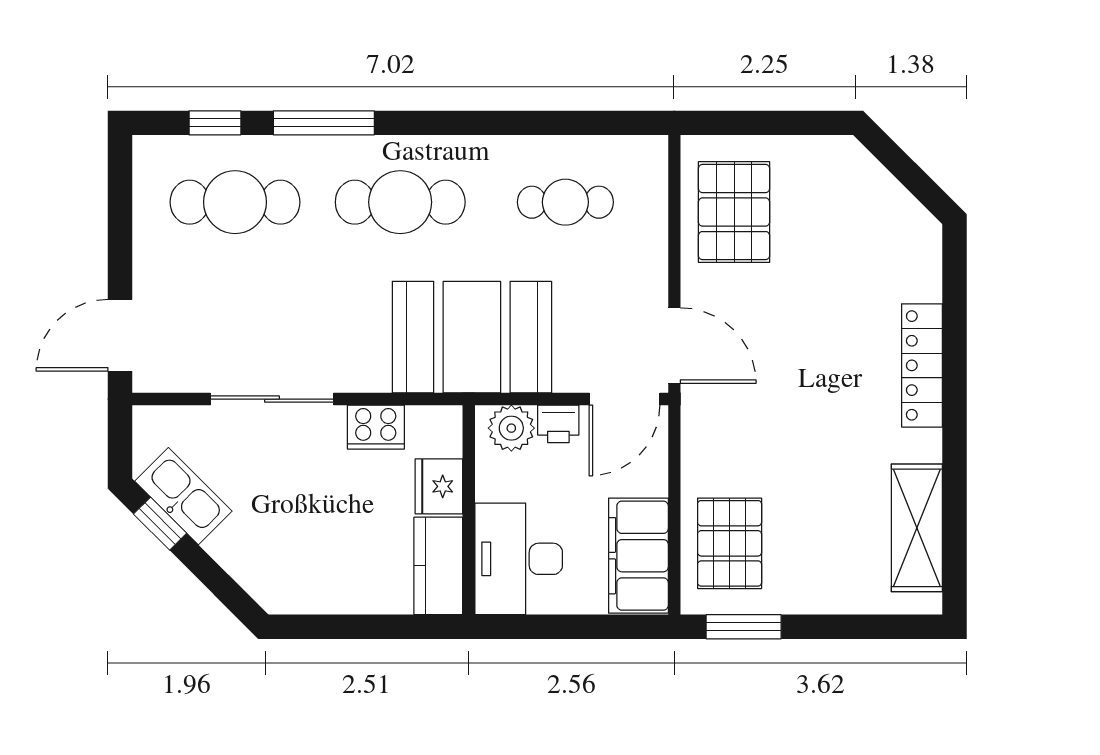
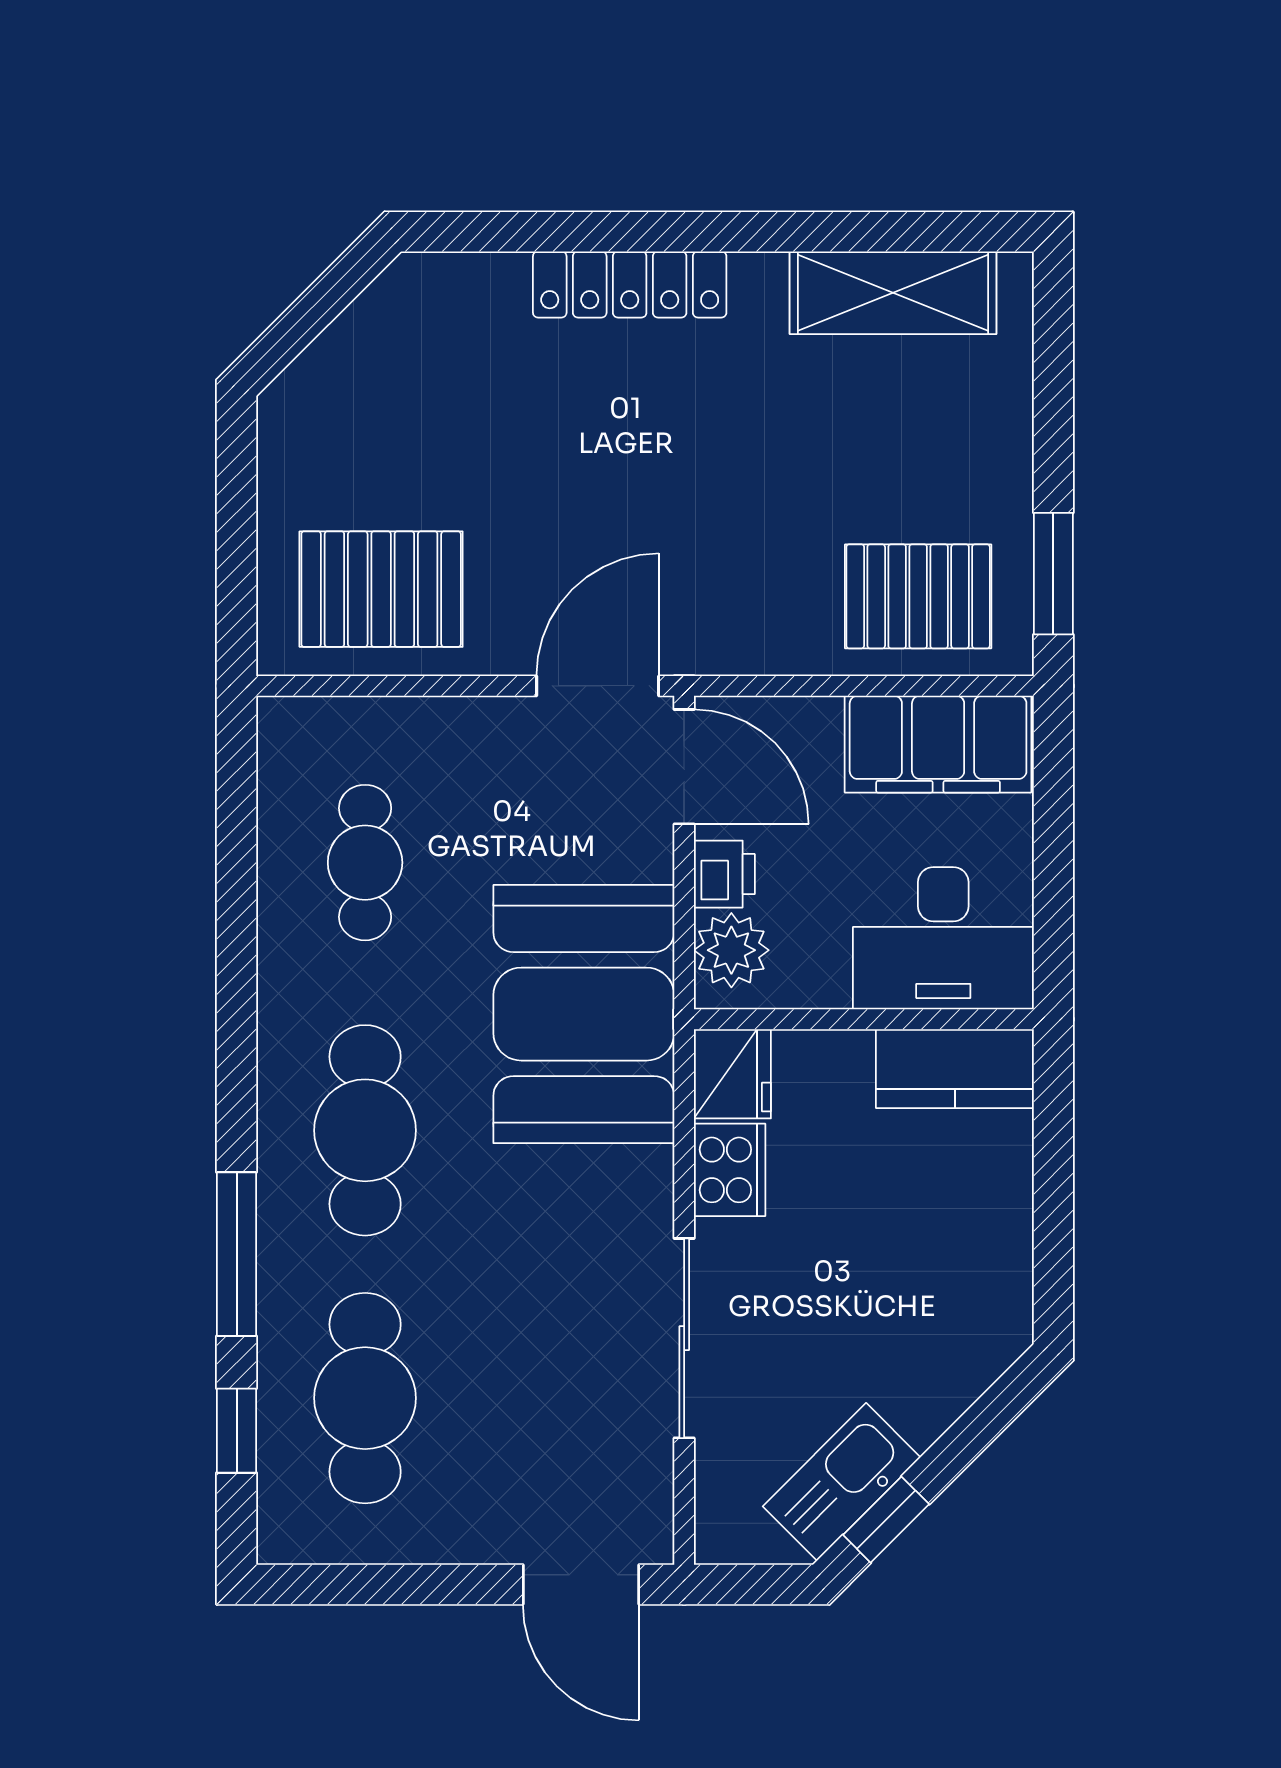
fridge: (439, 486) -> (732, 1074), moved, turned -90

